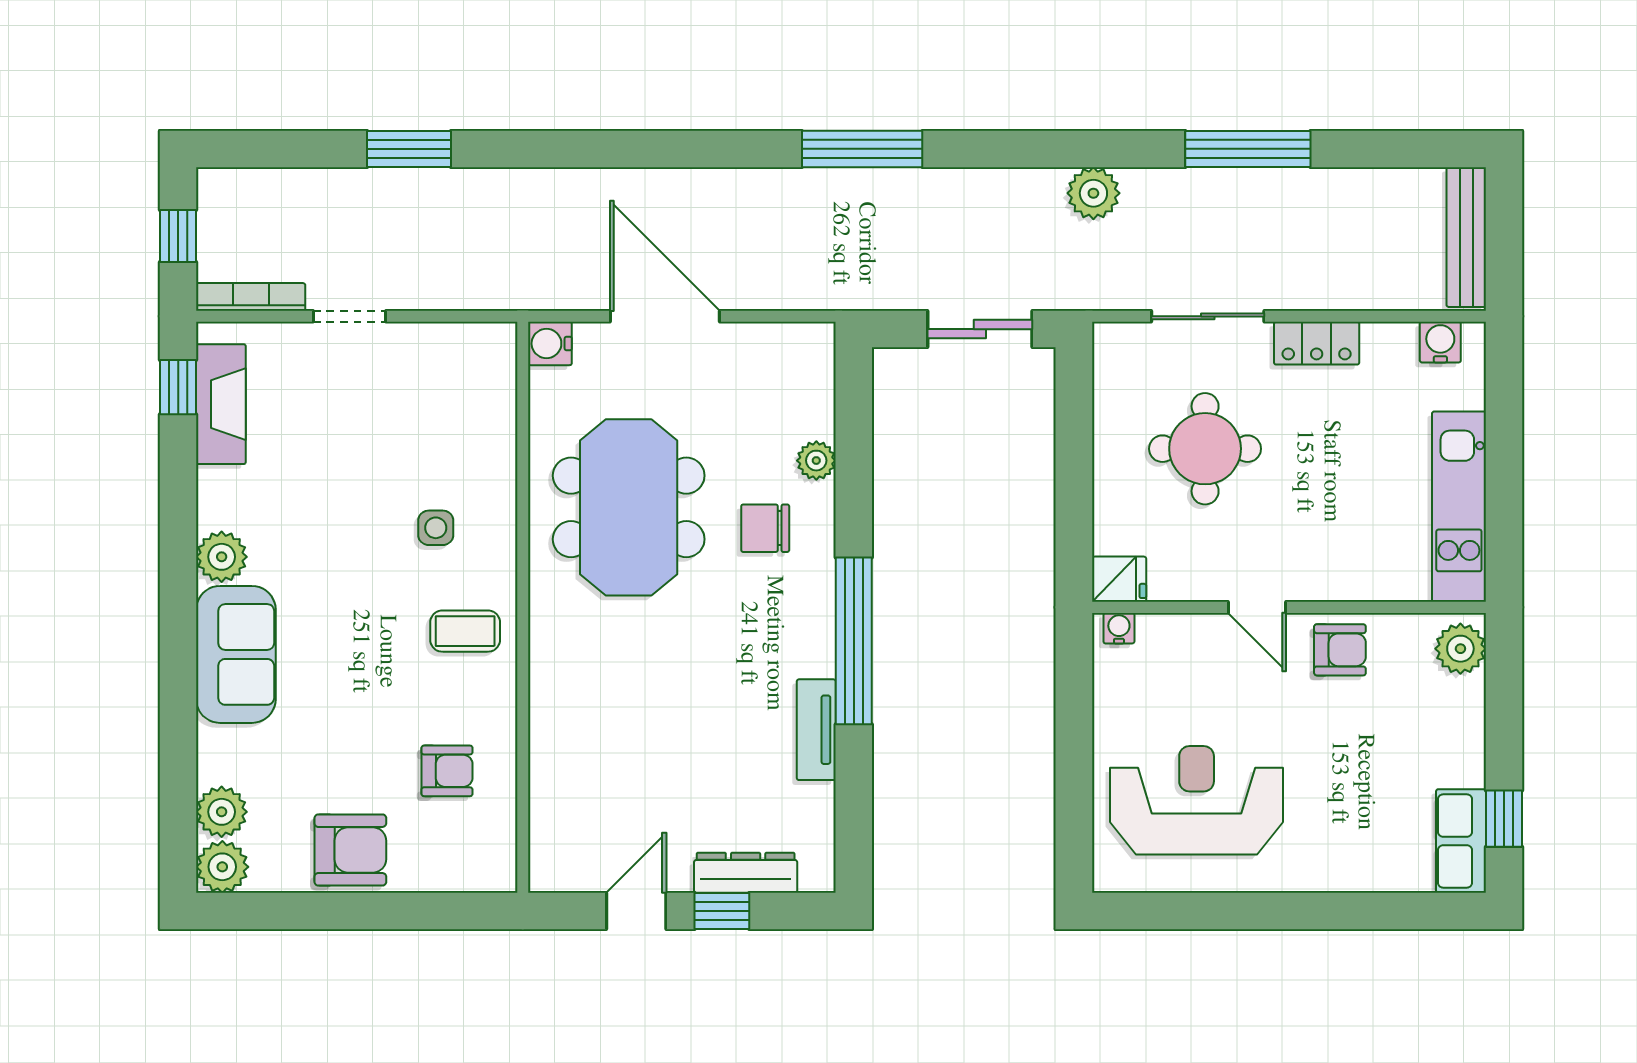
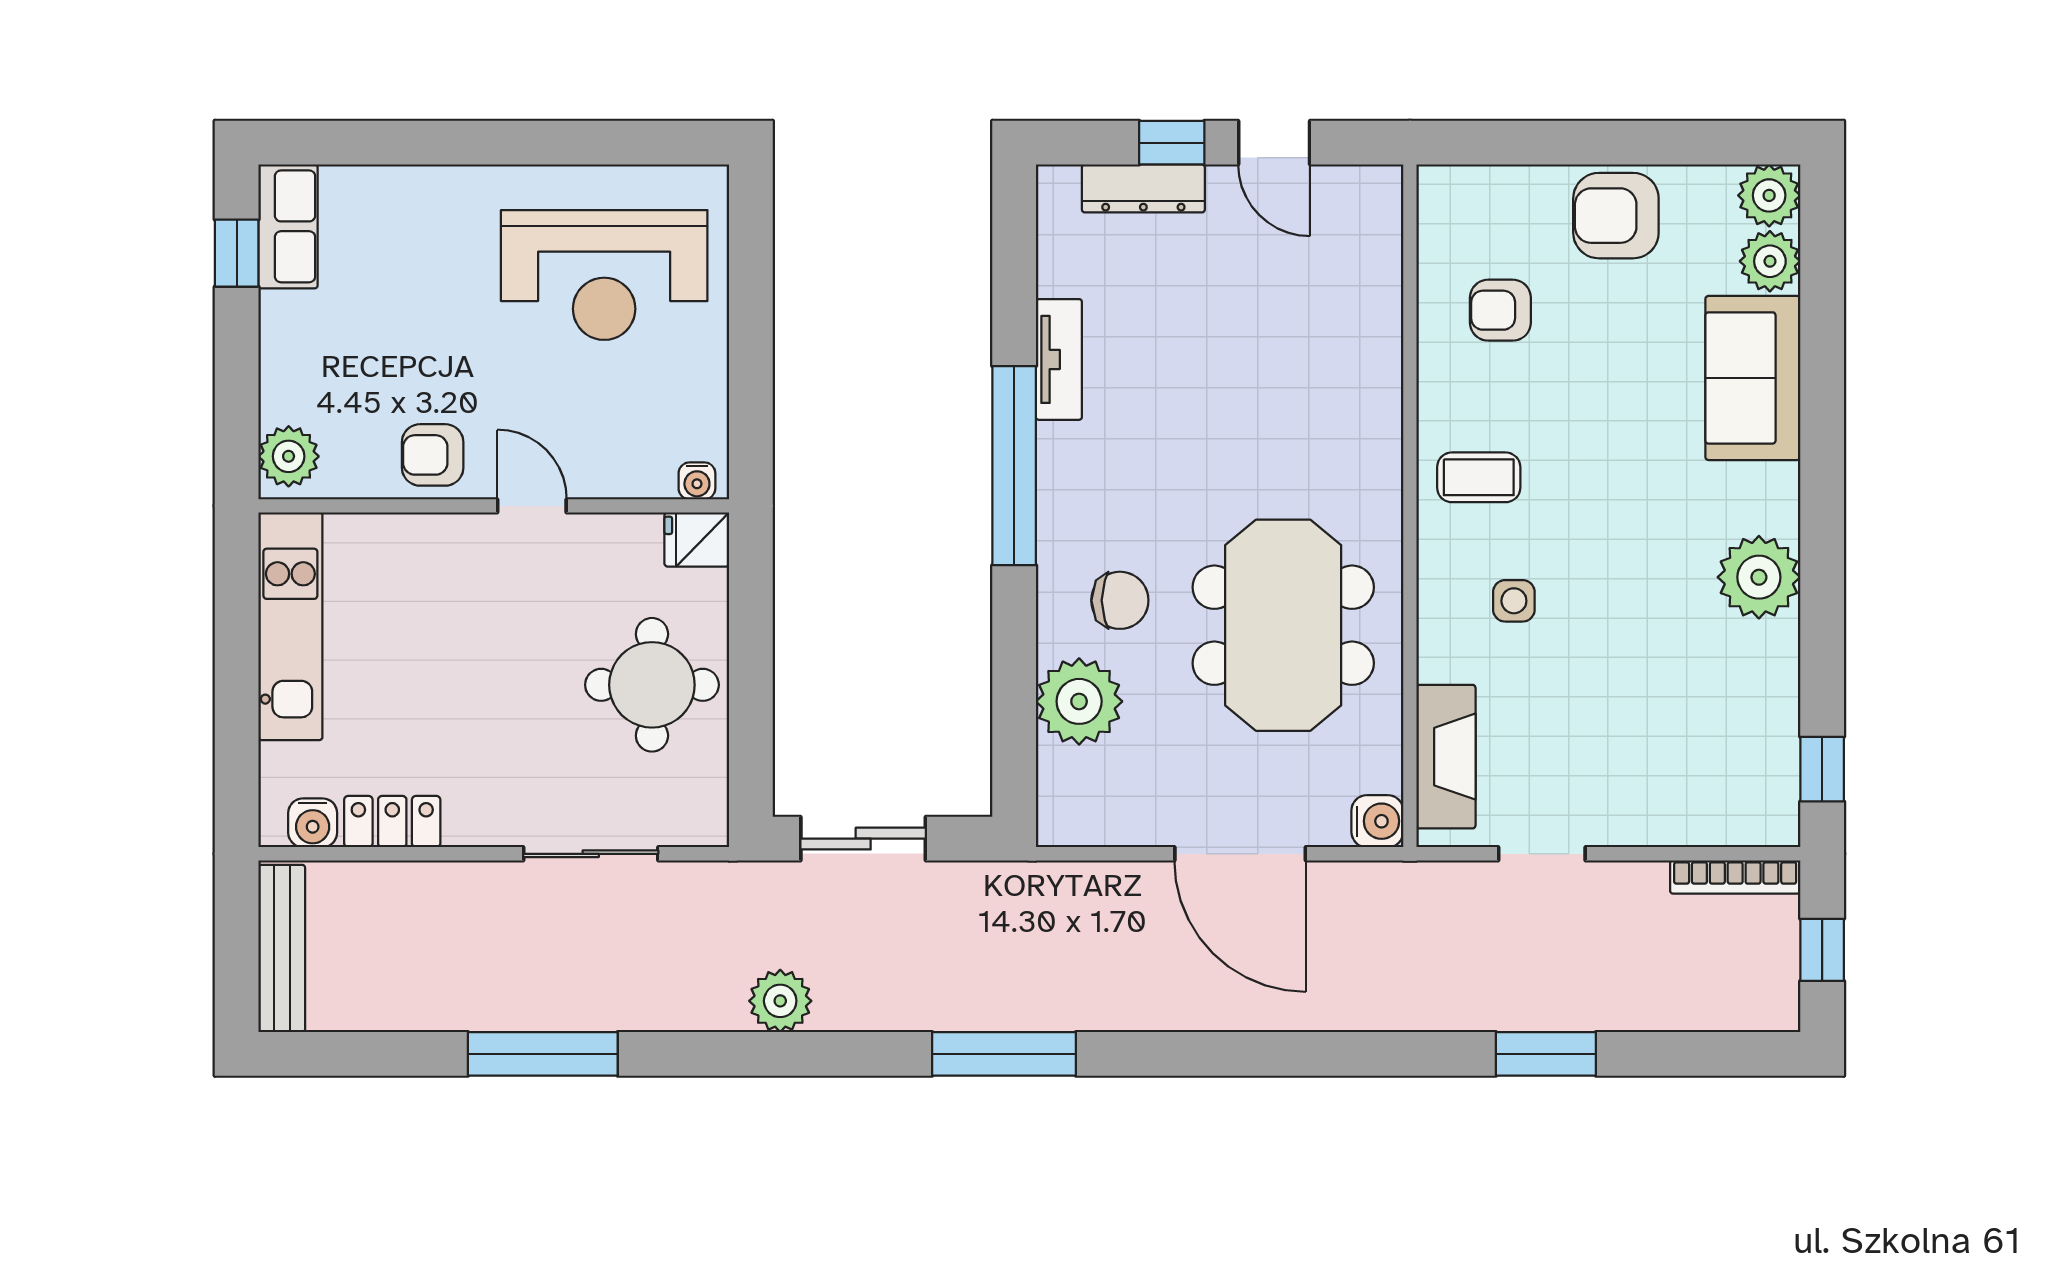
plant: (1093, 193) -> (780, 1001), moved
doorway: (349, 316) -> (1542, 854), moved
locker: (1317, 343) -> (392, 822), moved
fireplace: (221, 404) -> (1446, 757), moved, turned 180
round table: (1205, 449) -> (652, 685), moved
plant: (816, 461) -> (1079, 701), width x1.88, depth x1.88
plant: (222, 557) -> (1759, 577), width x1.36, depth x1.36
sofa: (236, 654) -> (1753, 378), moved
door: (636, 911) -> (1274, 143), hinge flipped

